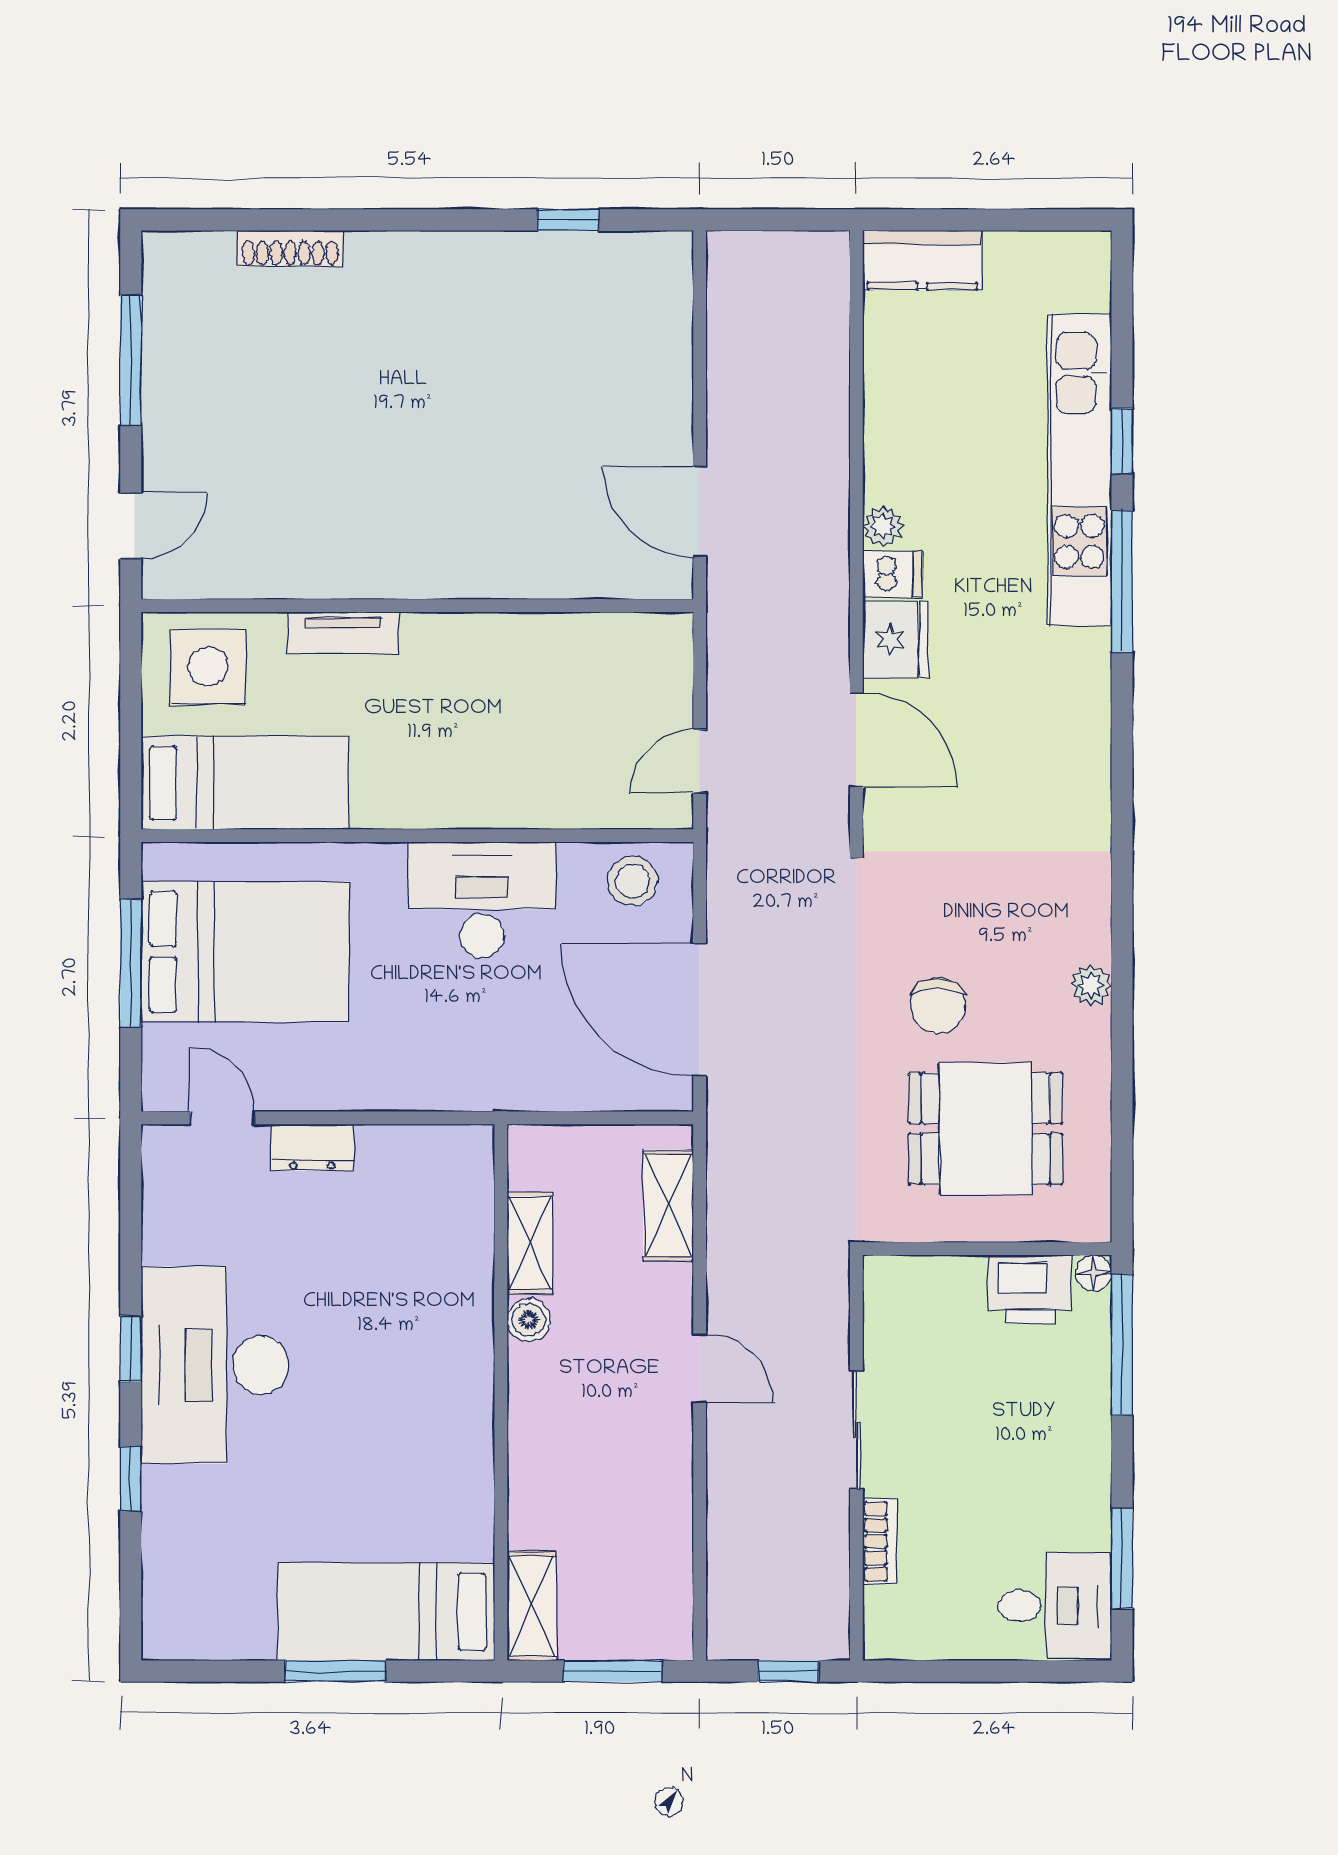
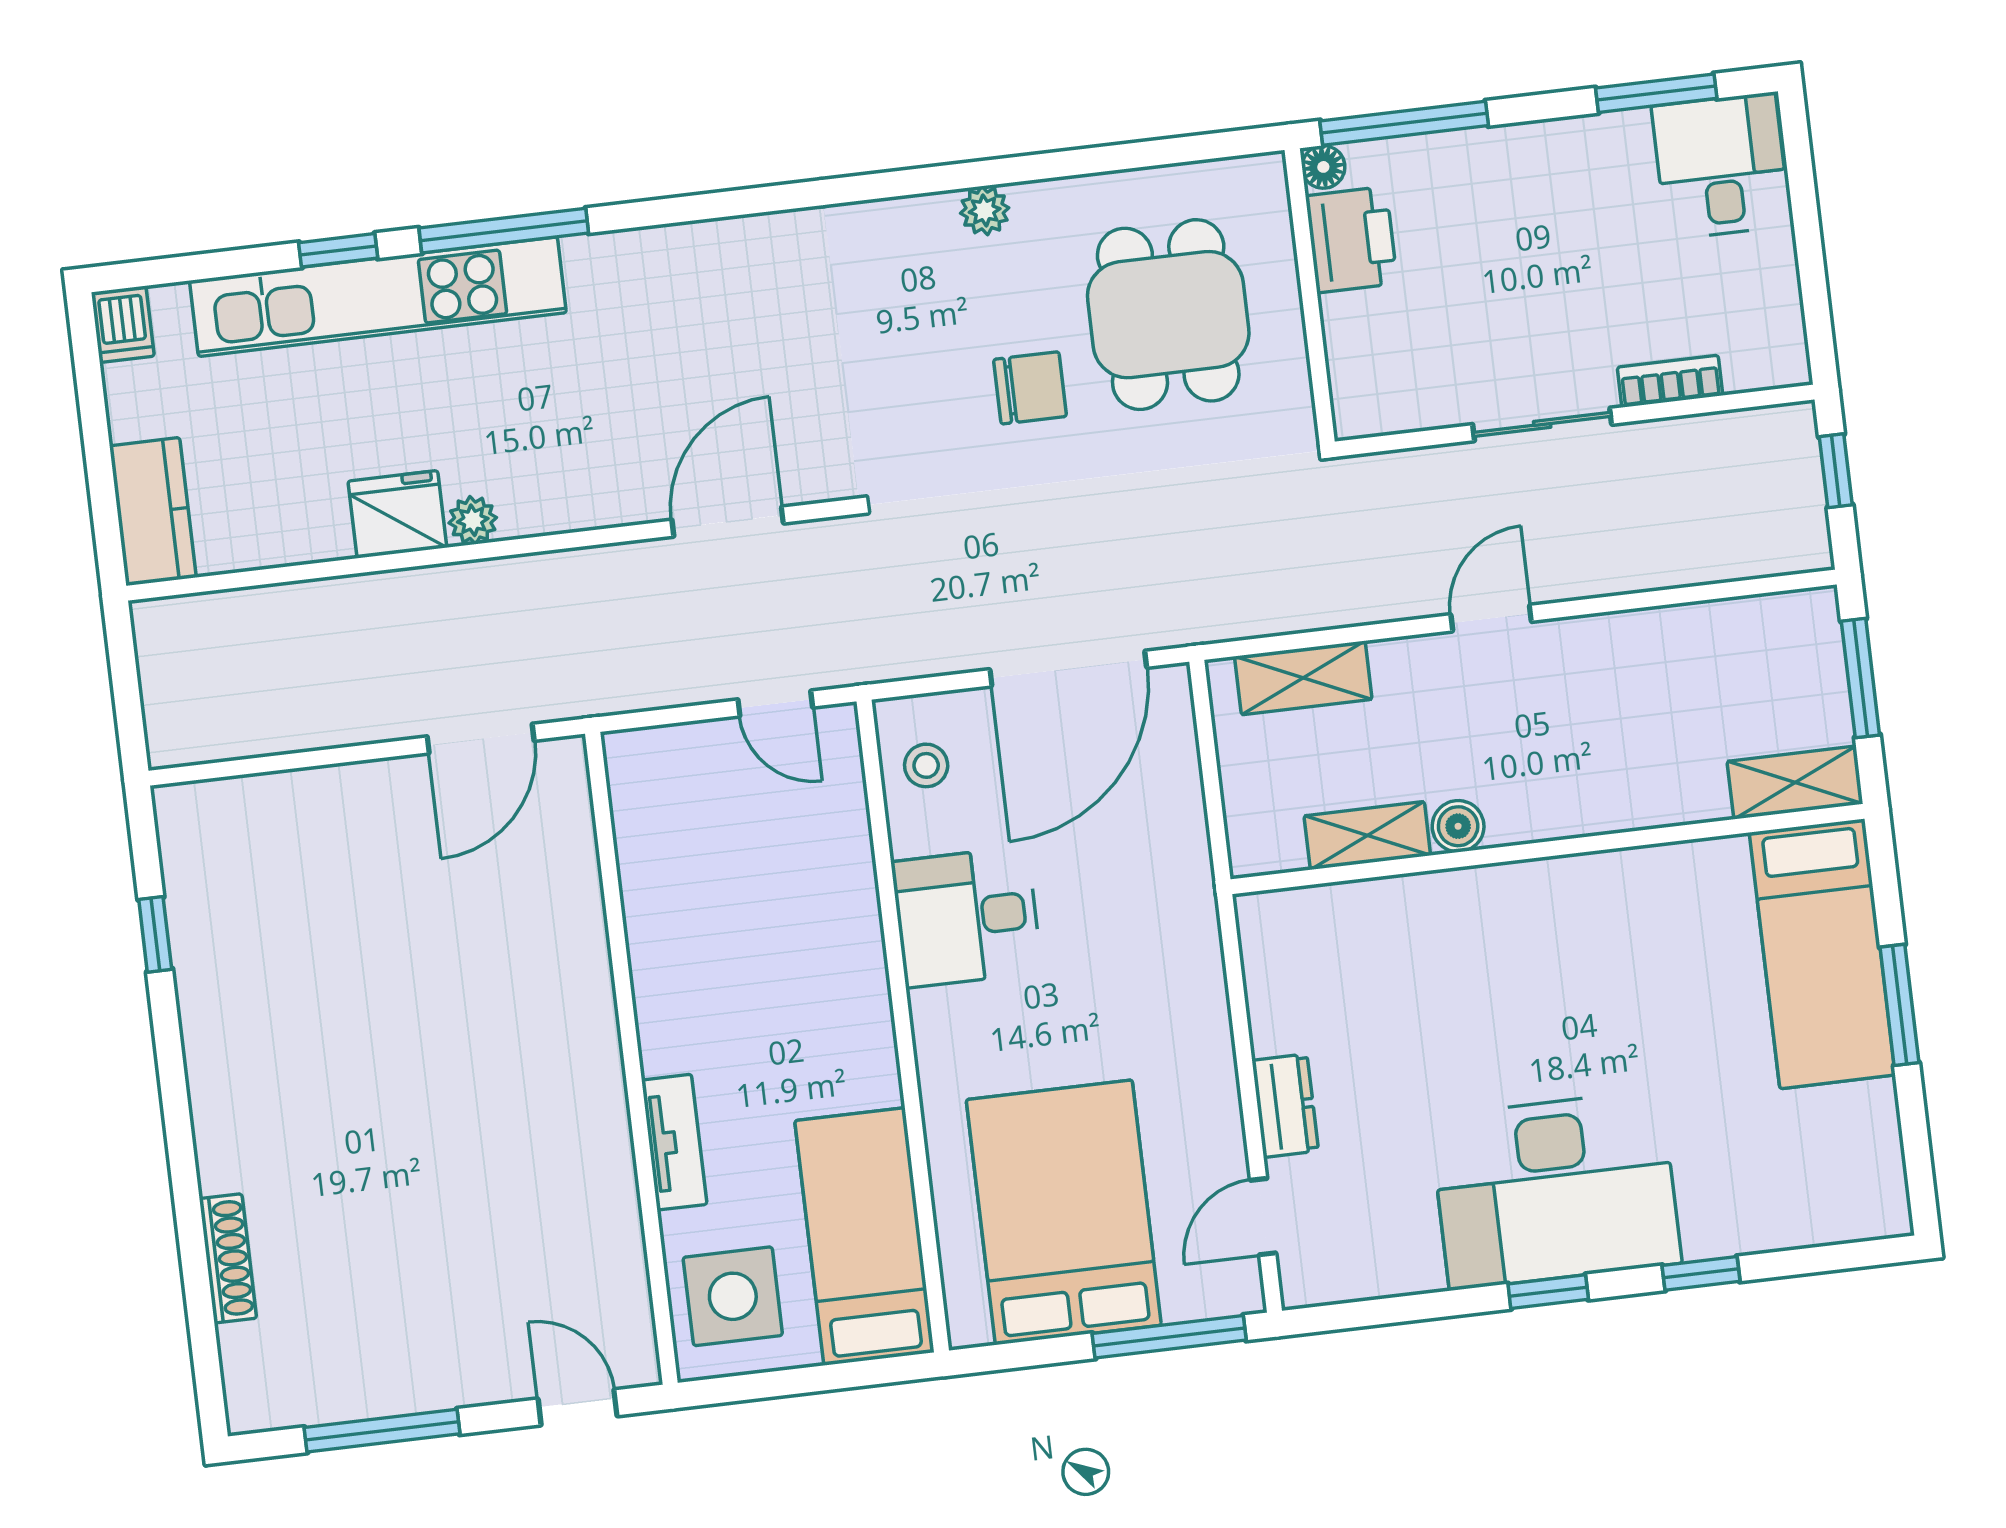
dishwasher: (893, 574) -> (123, 324), moved, turned 180
fridge: (895, 640) -> (397, 514), moved
stool: (633, 881) -> (926, 765), width x0.73, depth x0.73
desk: (482, 900) -> (967, 917), width x0.73
window: (131, 963) -> (1169, 1337), moved

